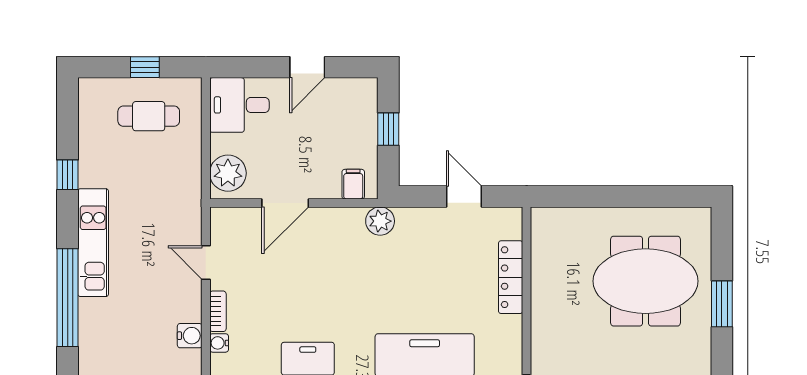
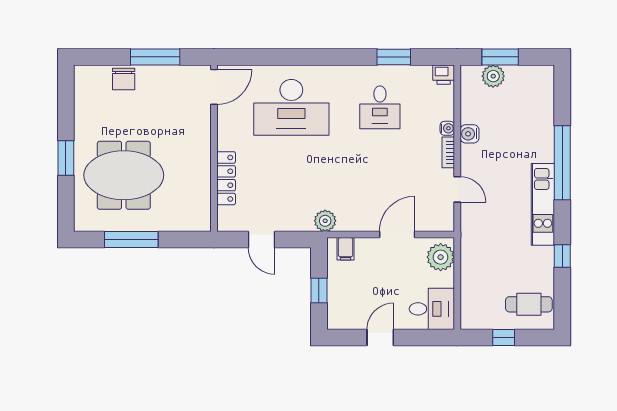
cafe table: (149, 116) -> (529, 304), moved
window: (636, 196) -> (131, 239), added

